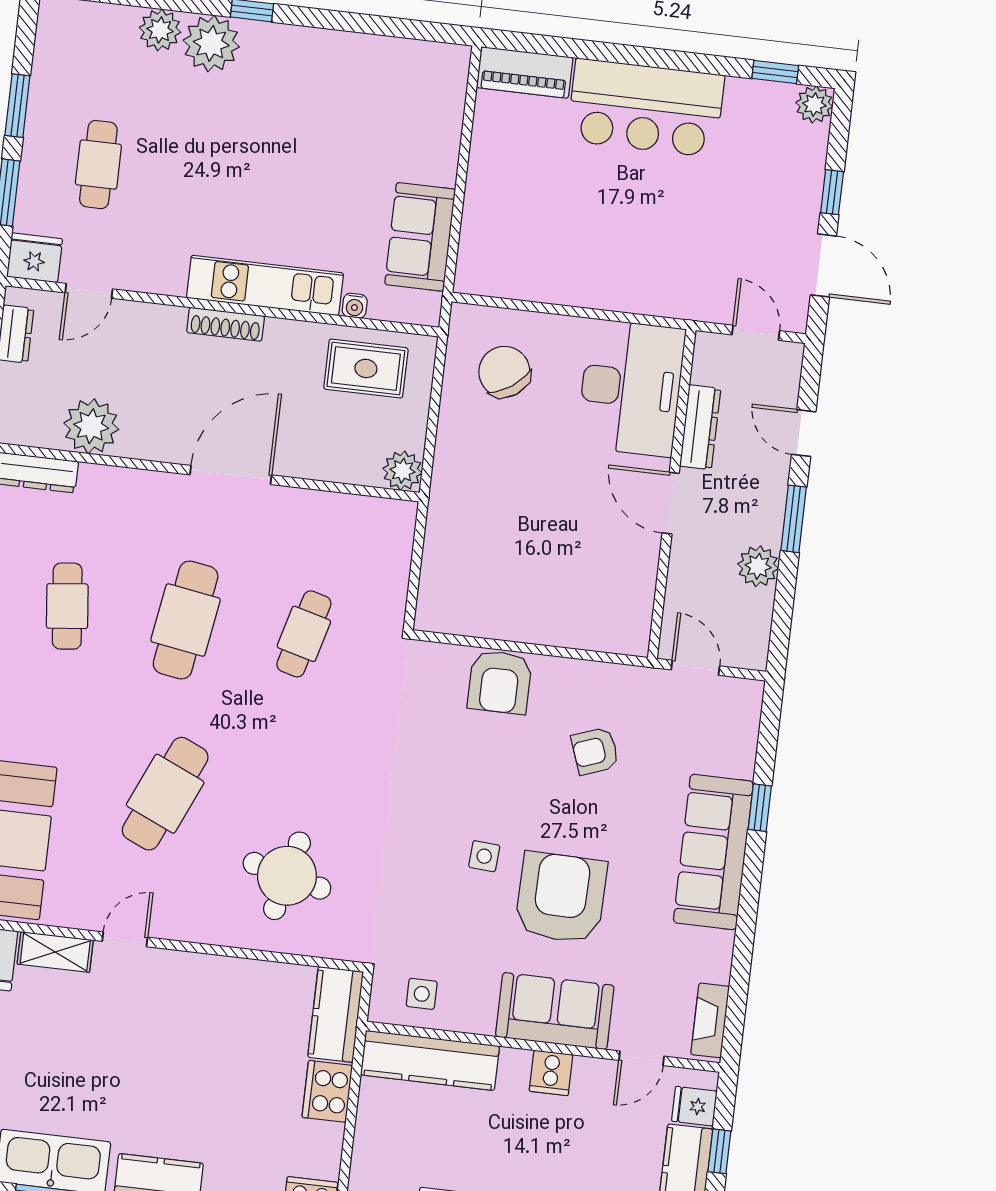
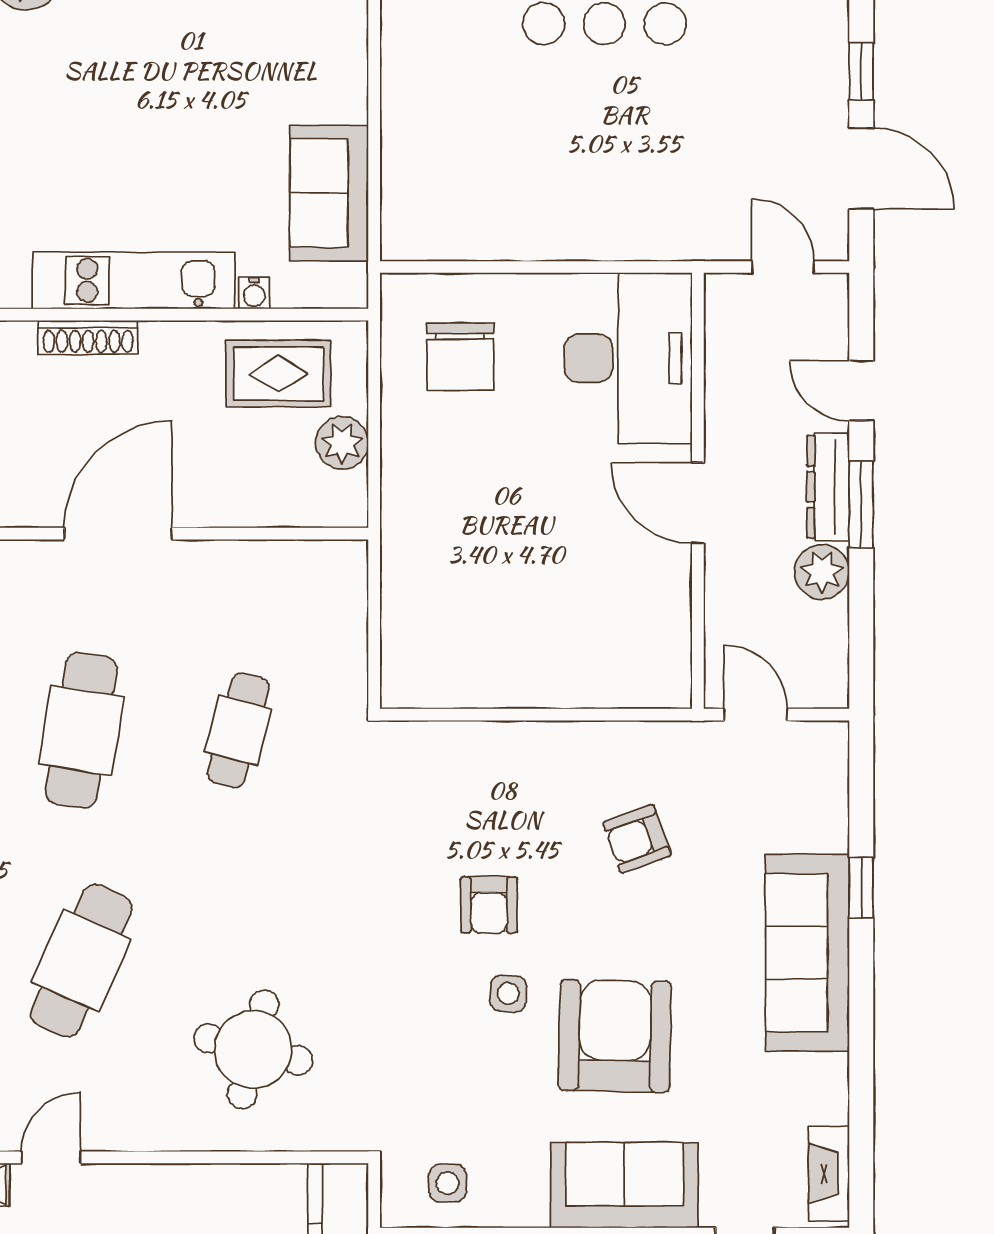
chair: (504, 372) -> (460, 357), turned -145
dresser: (700, 427) -> (828, 487), moved, turned 180
plant: (403, 471) -> (342, 443), moved
armchair: (500, 682) -> (489, 905), moved, width x0.72, depth x0.72

